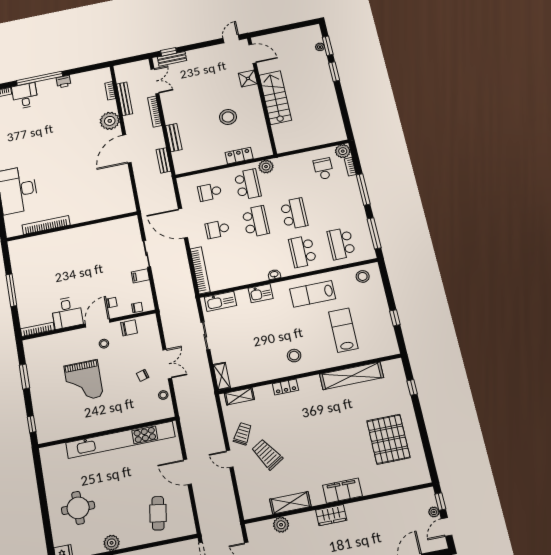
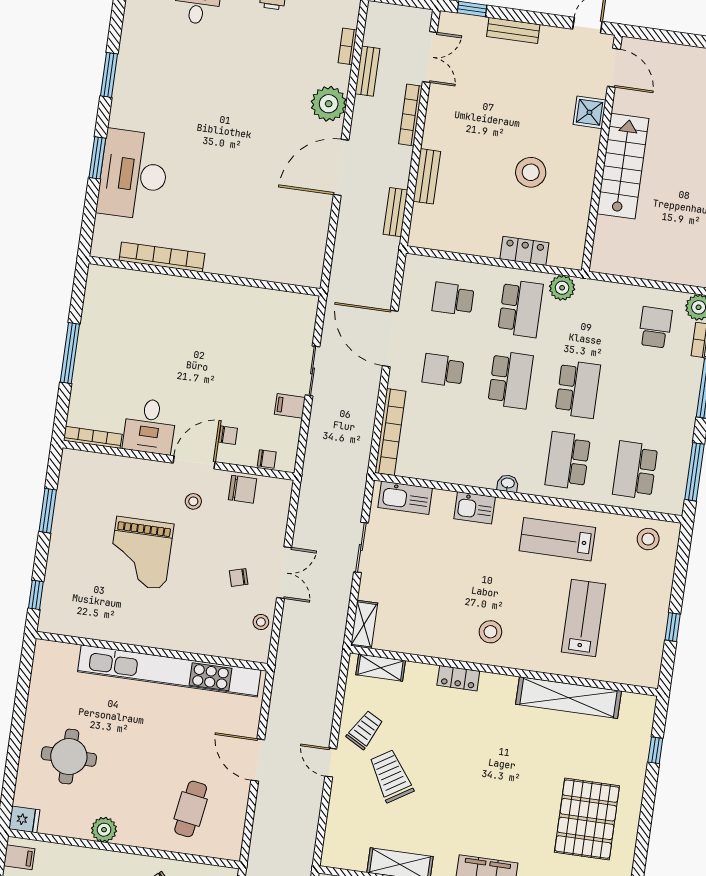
bench: (172, 59) -> (513, 30), moved
bench: (125, 99) -> (367, 71), width x0.73

